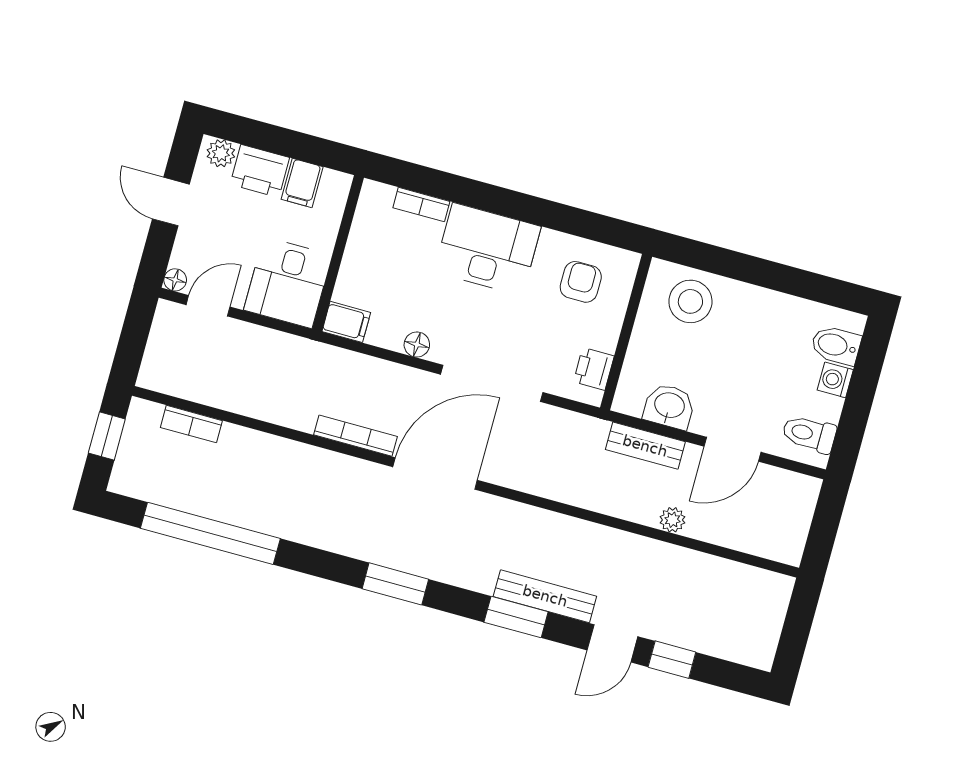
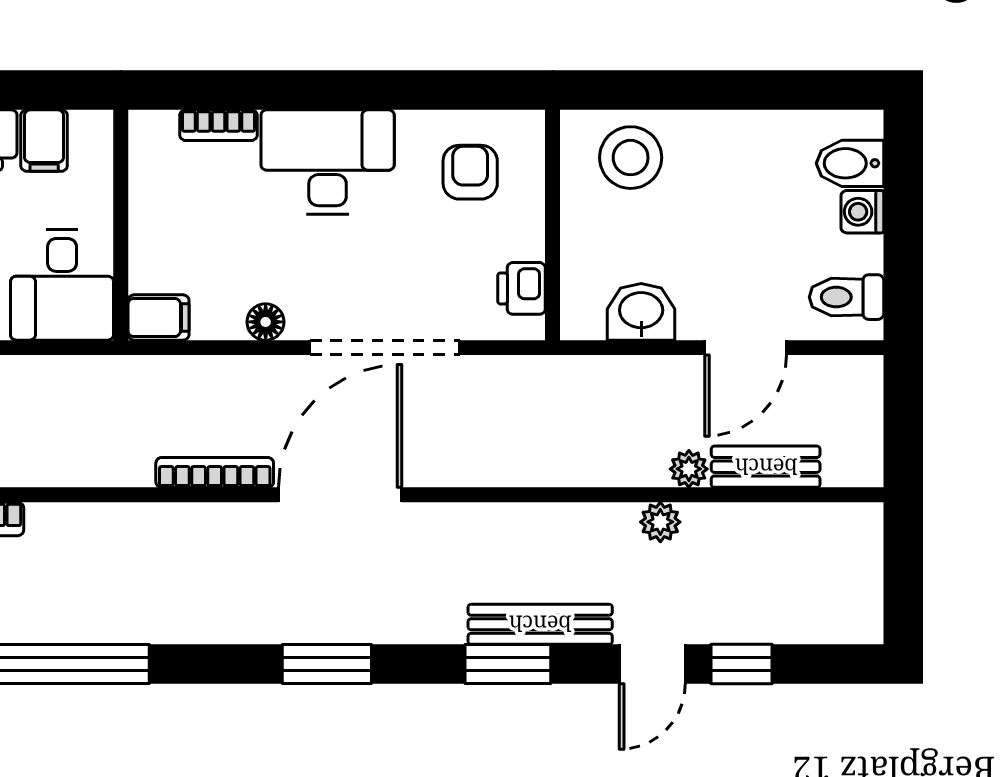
bench: (645, 446) -> (766, 467), moved
plant: (644, 550) -> (660, 522), added

